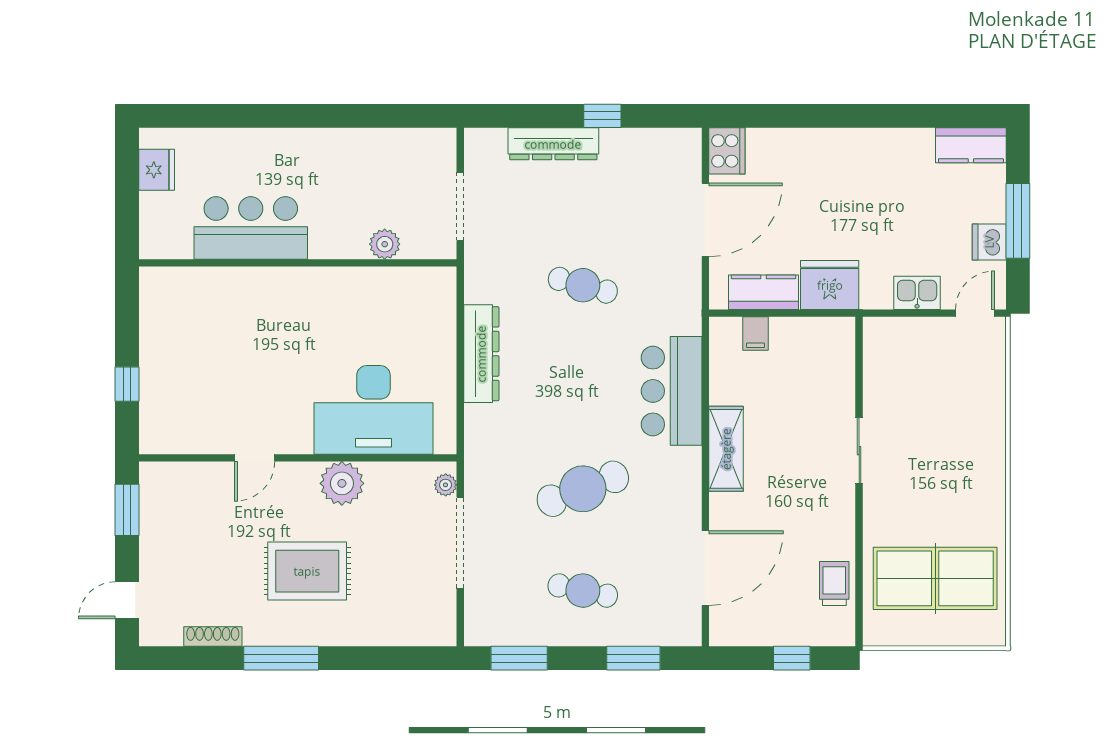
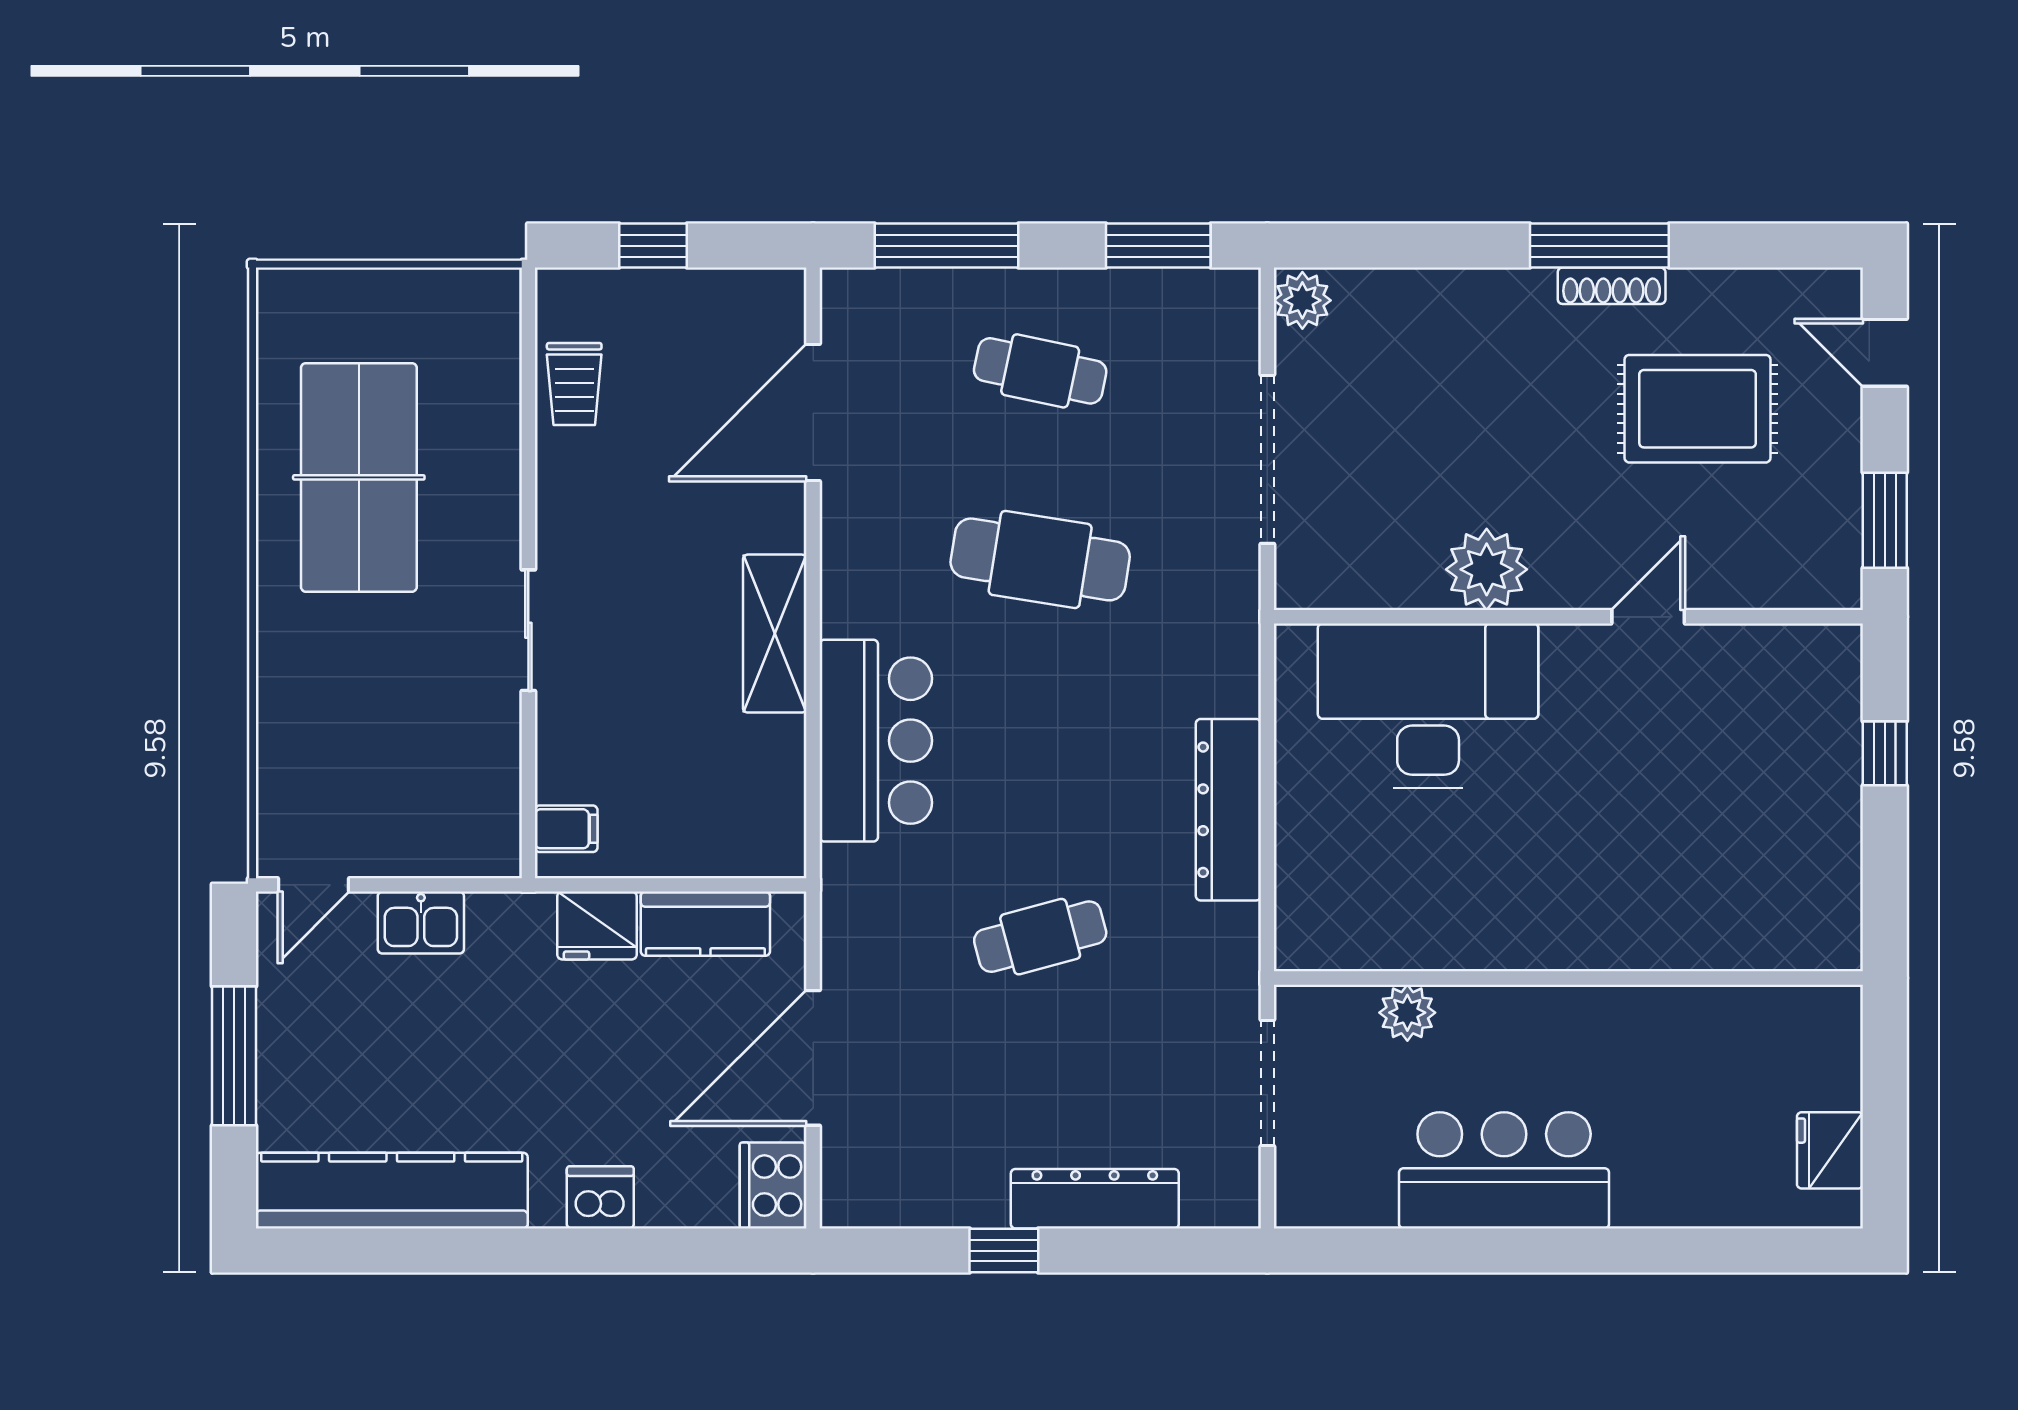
kitchen counter: (971, 145) -> (392, 1191), width x2.08, depth x1.17
bar counter: (251, 228) -> (1504, 1170), moved, turned 180
dishwasher: (989, 242) -> (600, 1197), moved, turned -90
cafe table: (583, 285) -> (1040, 937), turned -30
fridge: (830, 285) -> (597, 925), width x0.73, depth x0.75
filing cabinet: (755, 334) -> (566, 829), moved, turned 90
plant: (446, 485) -> (1302, 300), moved, width x1.38, depth x1.38
cafe table: (583, 489) -> (1040, 559), turned 30
rug: (307, 571) -> (1698, 409), moved
table tennis table: (935, 578) -> (359, 477), moved, turned 90
door: (127, 600) -> (1885, 353), swing flipped
shoe rack: (213, 636) -> (1612, 286), moved
window: (633, 658) -> (947, 246), width x1.44

